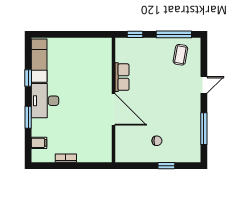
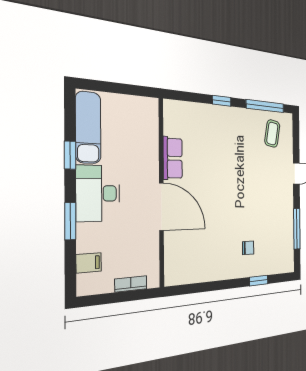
row of seats: (122, 77) -> (173, 158), moved
wall: (113, 100) -> (161, 192), moved
door: (113, 109) -> (161, 207), moved

